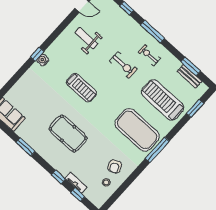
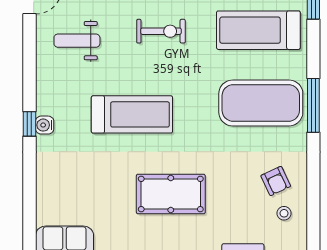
treadmill: (81, 88) -> (132, 114), width x1.37, depth x1.38

